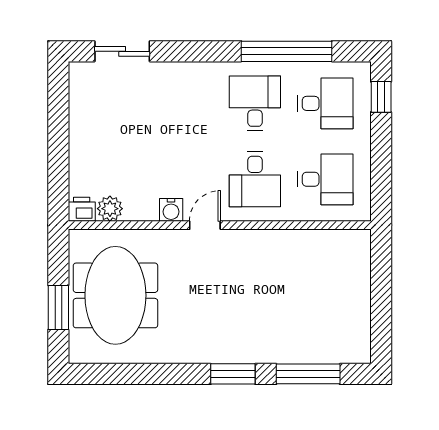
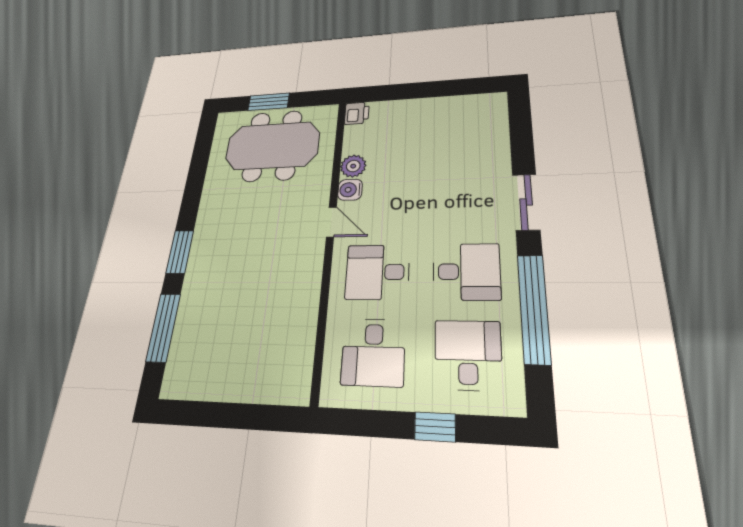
sliding door: (122, 51) -> (526, 202), moved
window: (381, 97) -> (435, 427), moved
desk: (325, 103) -> (468, 355), turned 180
plant: (110, 209) -> (353, 166), moved

